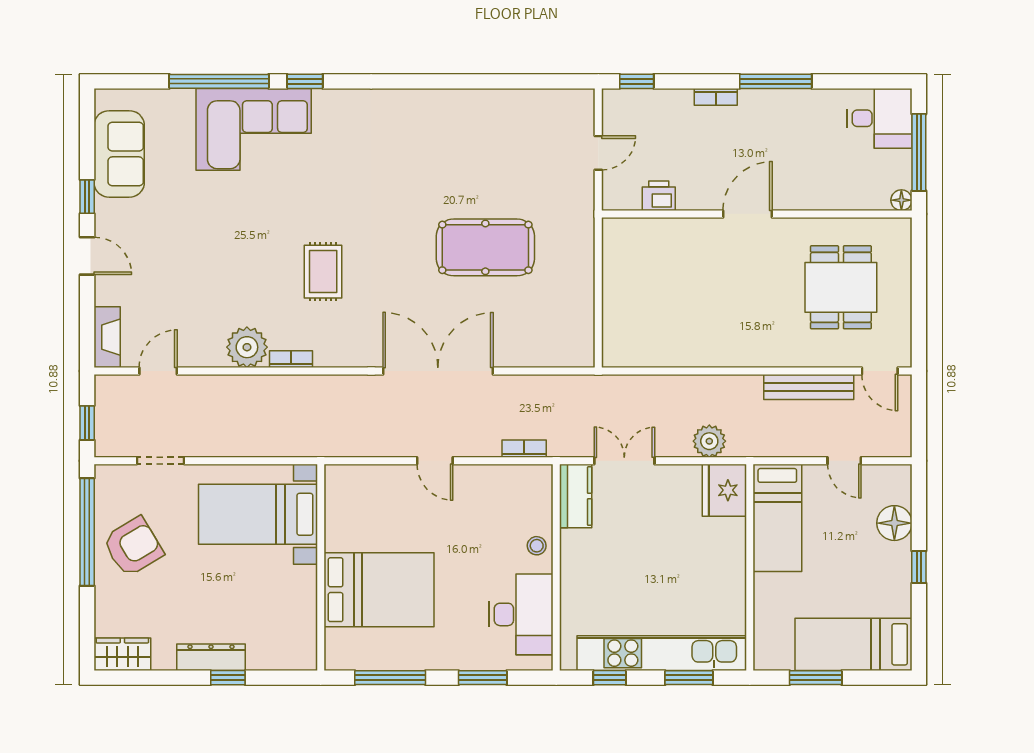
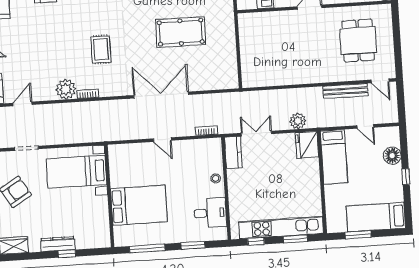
desk: (521, 614) -> (210, 213), width x0.73

